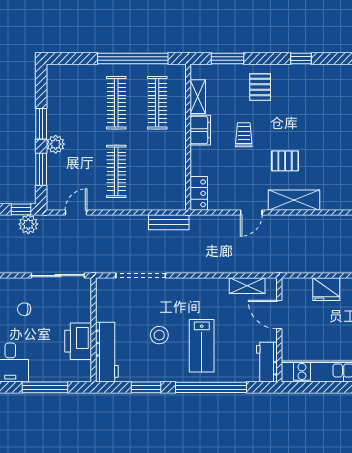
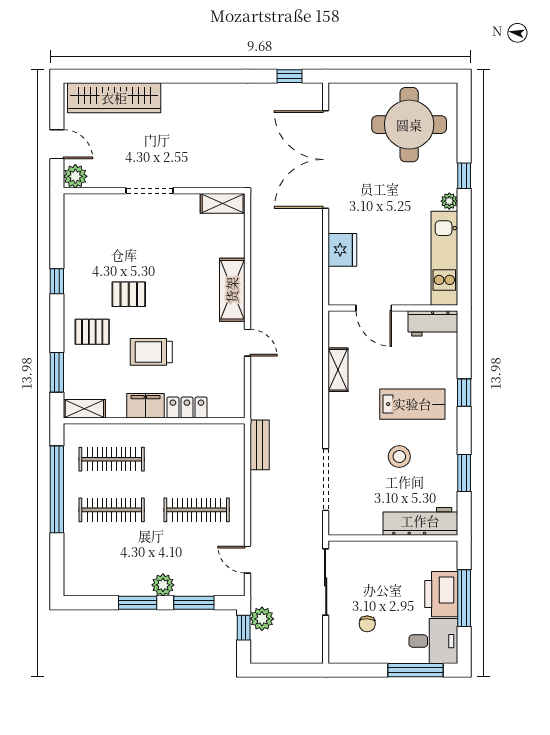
shelving: (198, 97) -> (84, 409), moved
trolley: (244, 135) -> (151, 352), width x1.36, depth x1.39
pallet: (285, 161) -> (129, 294), moved, turned 90
locker: (199, 193) -> (187, 408), moved
shelving: (247, 286) -> (338, 370), moved
door: (279, 315) -> (374, 308), hinge flipped
printer: (78, 341) -> (441, 594), moved, turned 90
window: (211, 387) -> (464, 393), width x0.32

